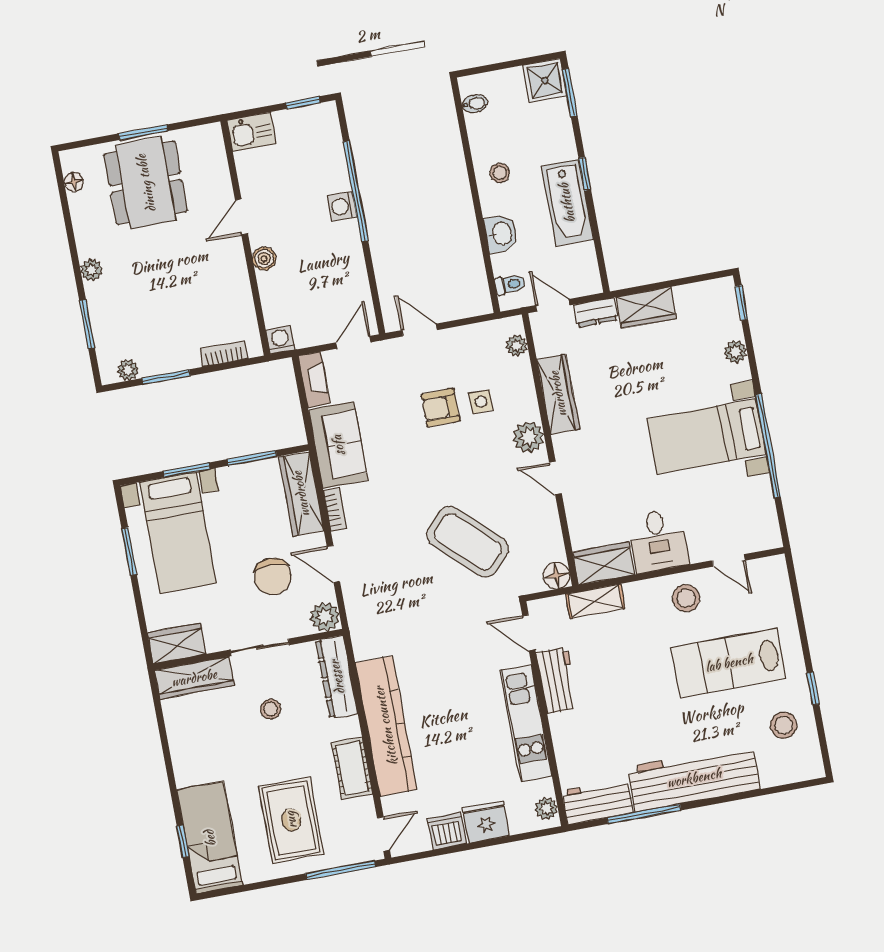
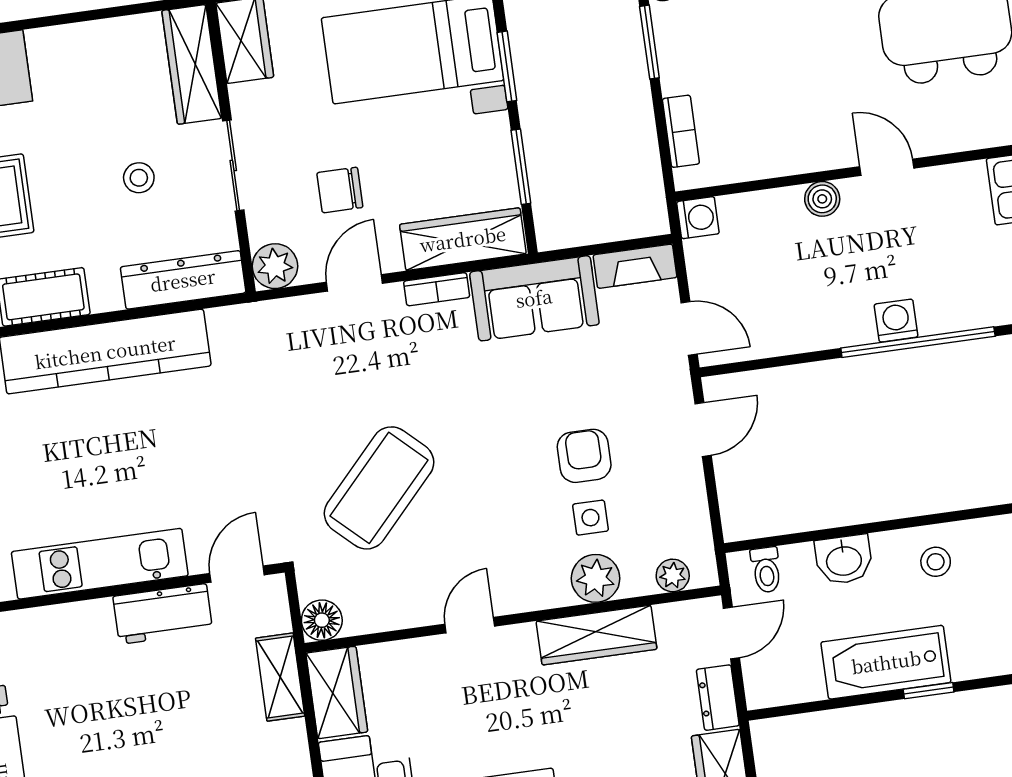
plant: (528, 437) -> (596, 578), moved
chair: (273, 576) -> (340, 190), width x0.73, depth x0.73

